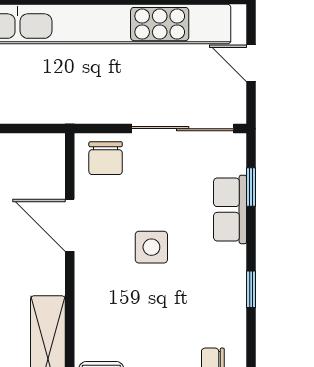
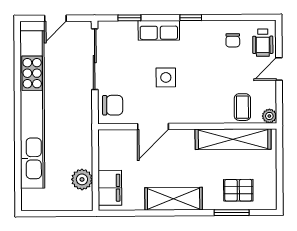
row of seats: (230, 209) -> (159, 30), moved

